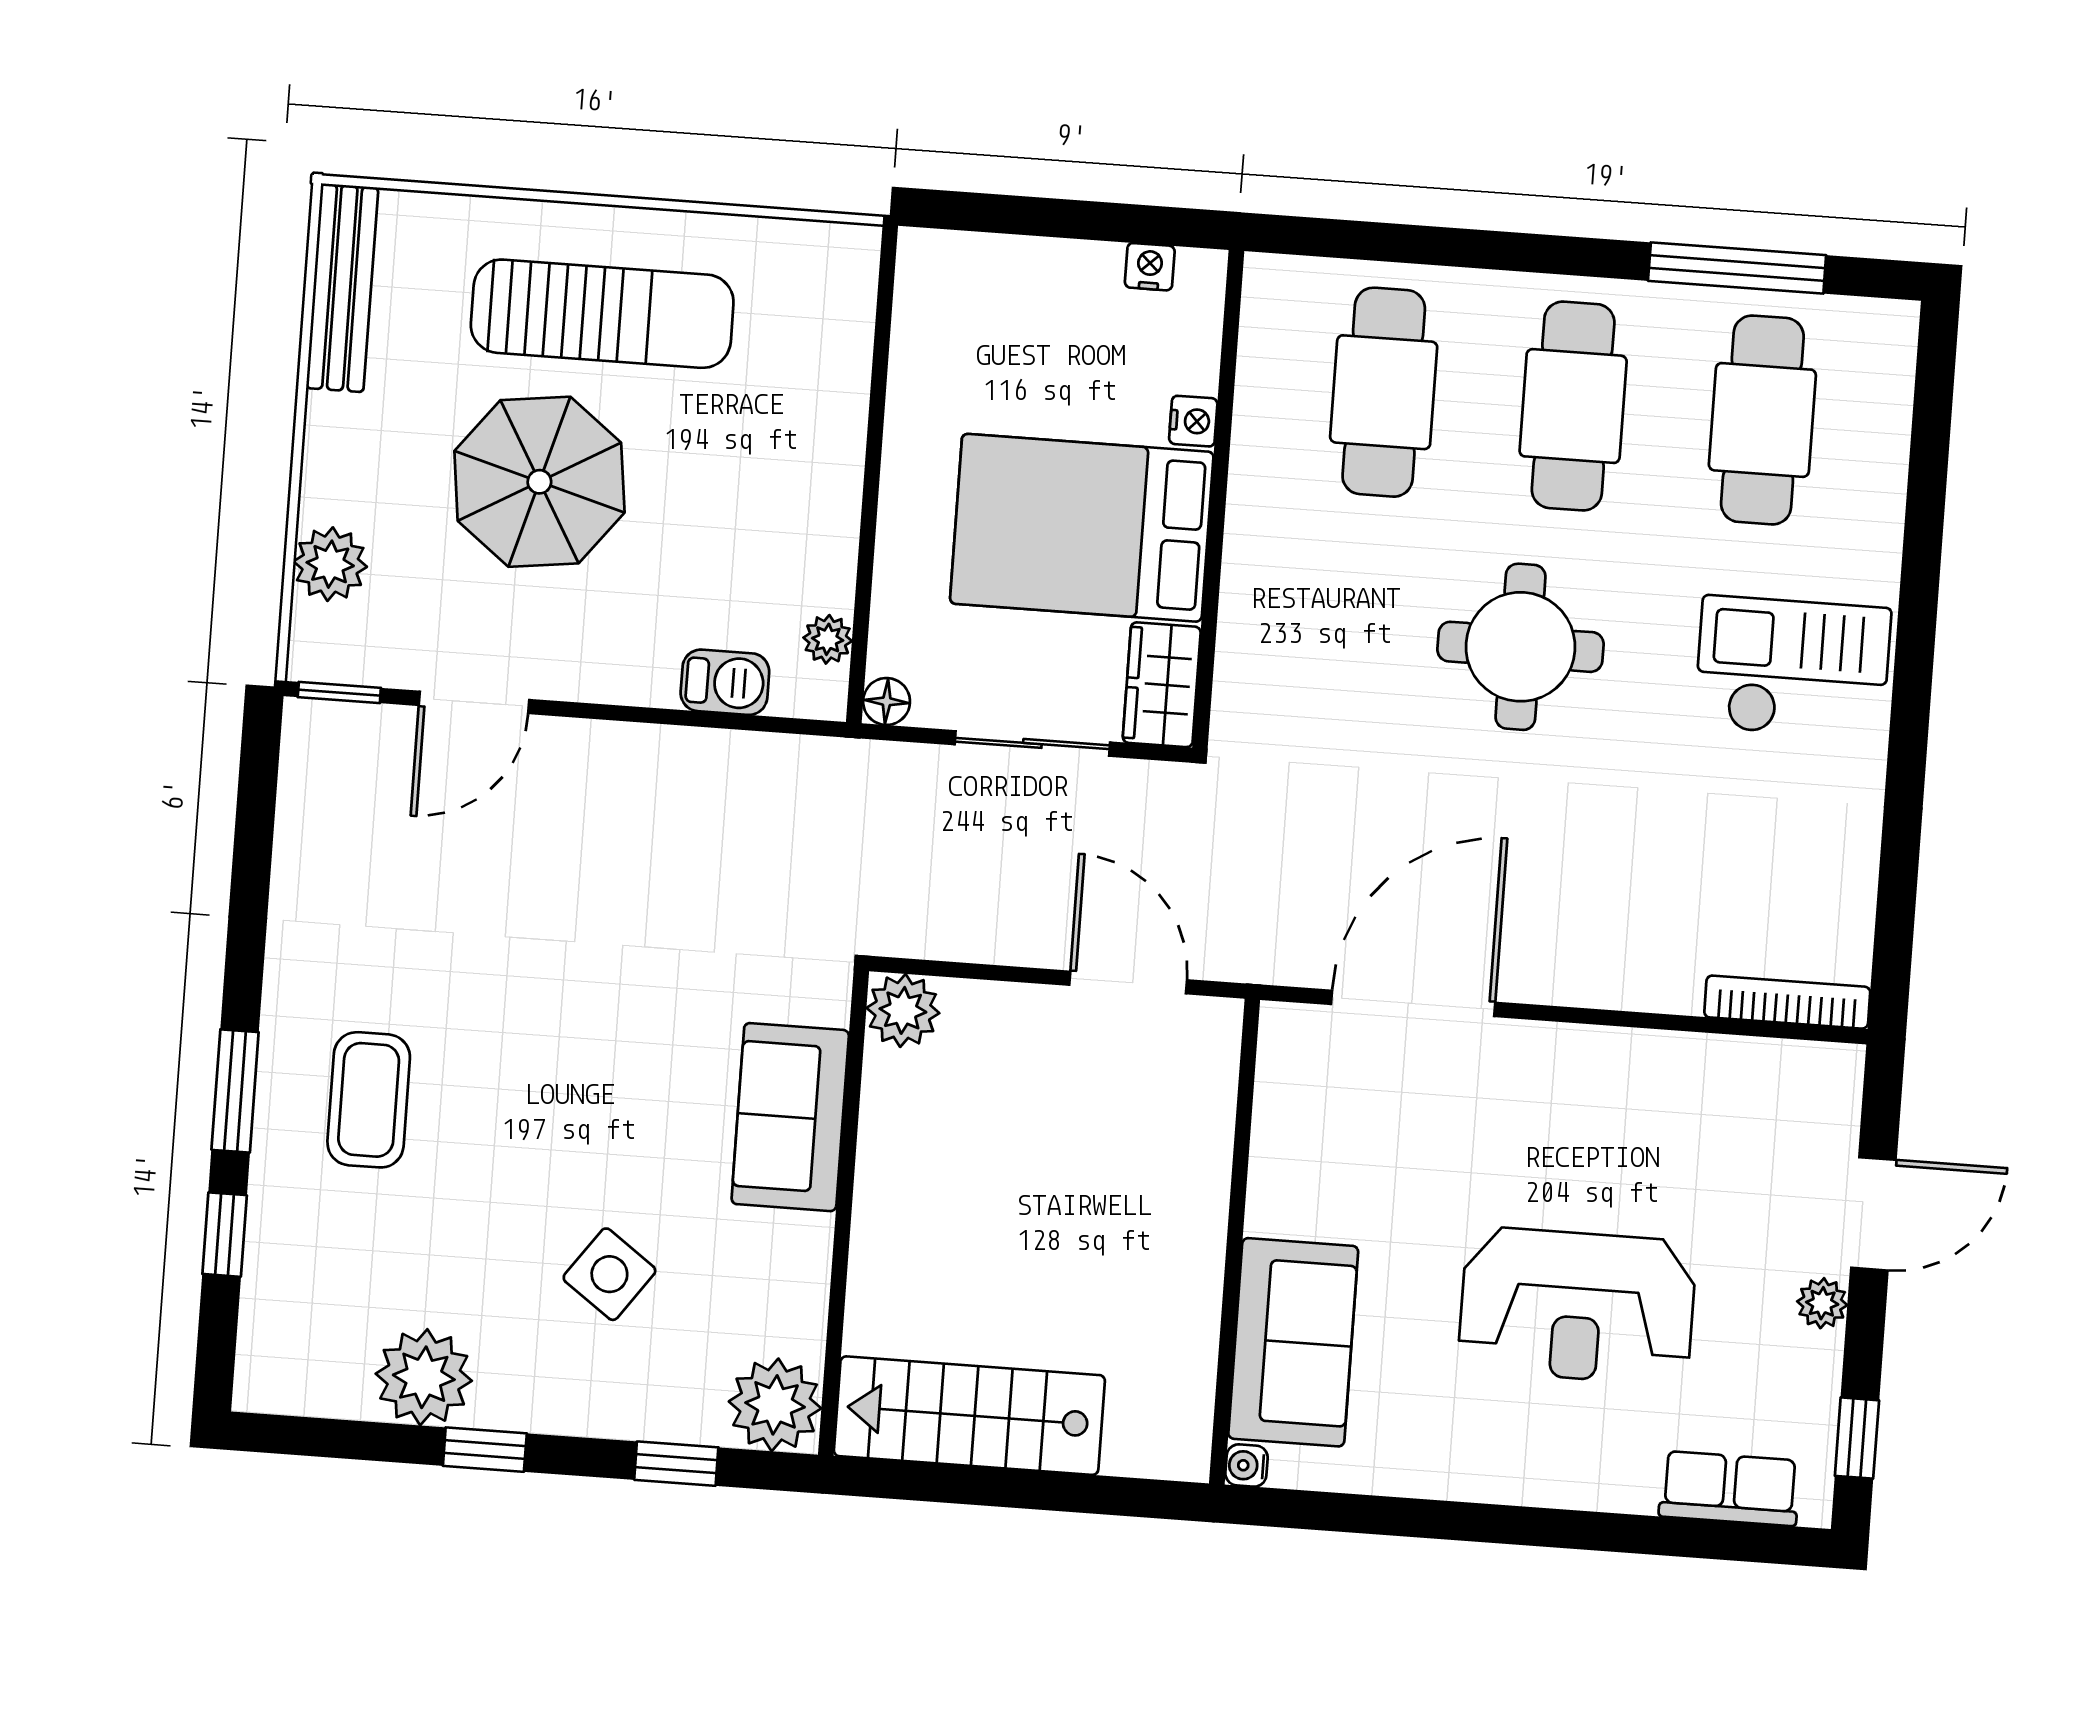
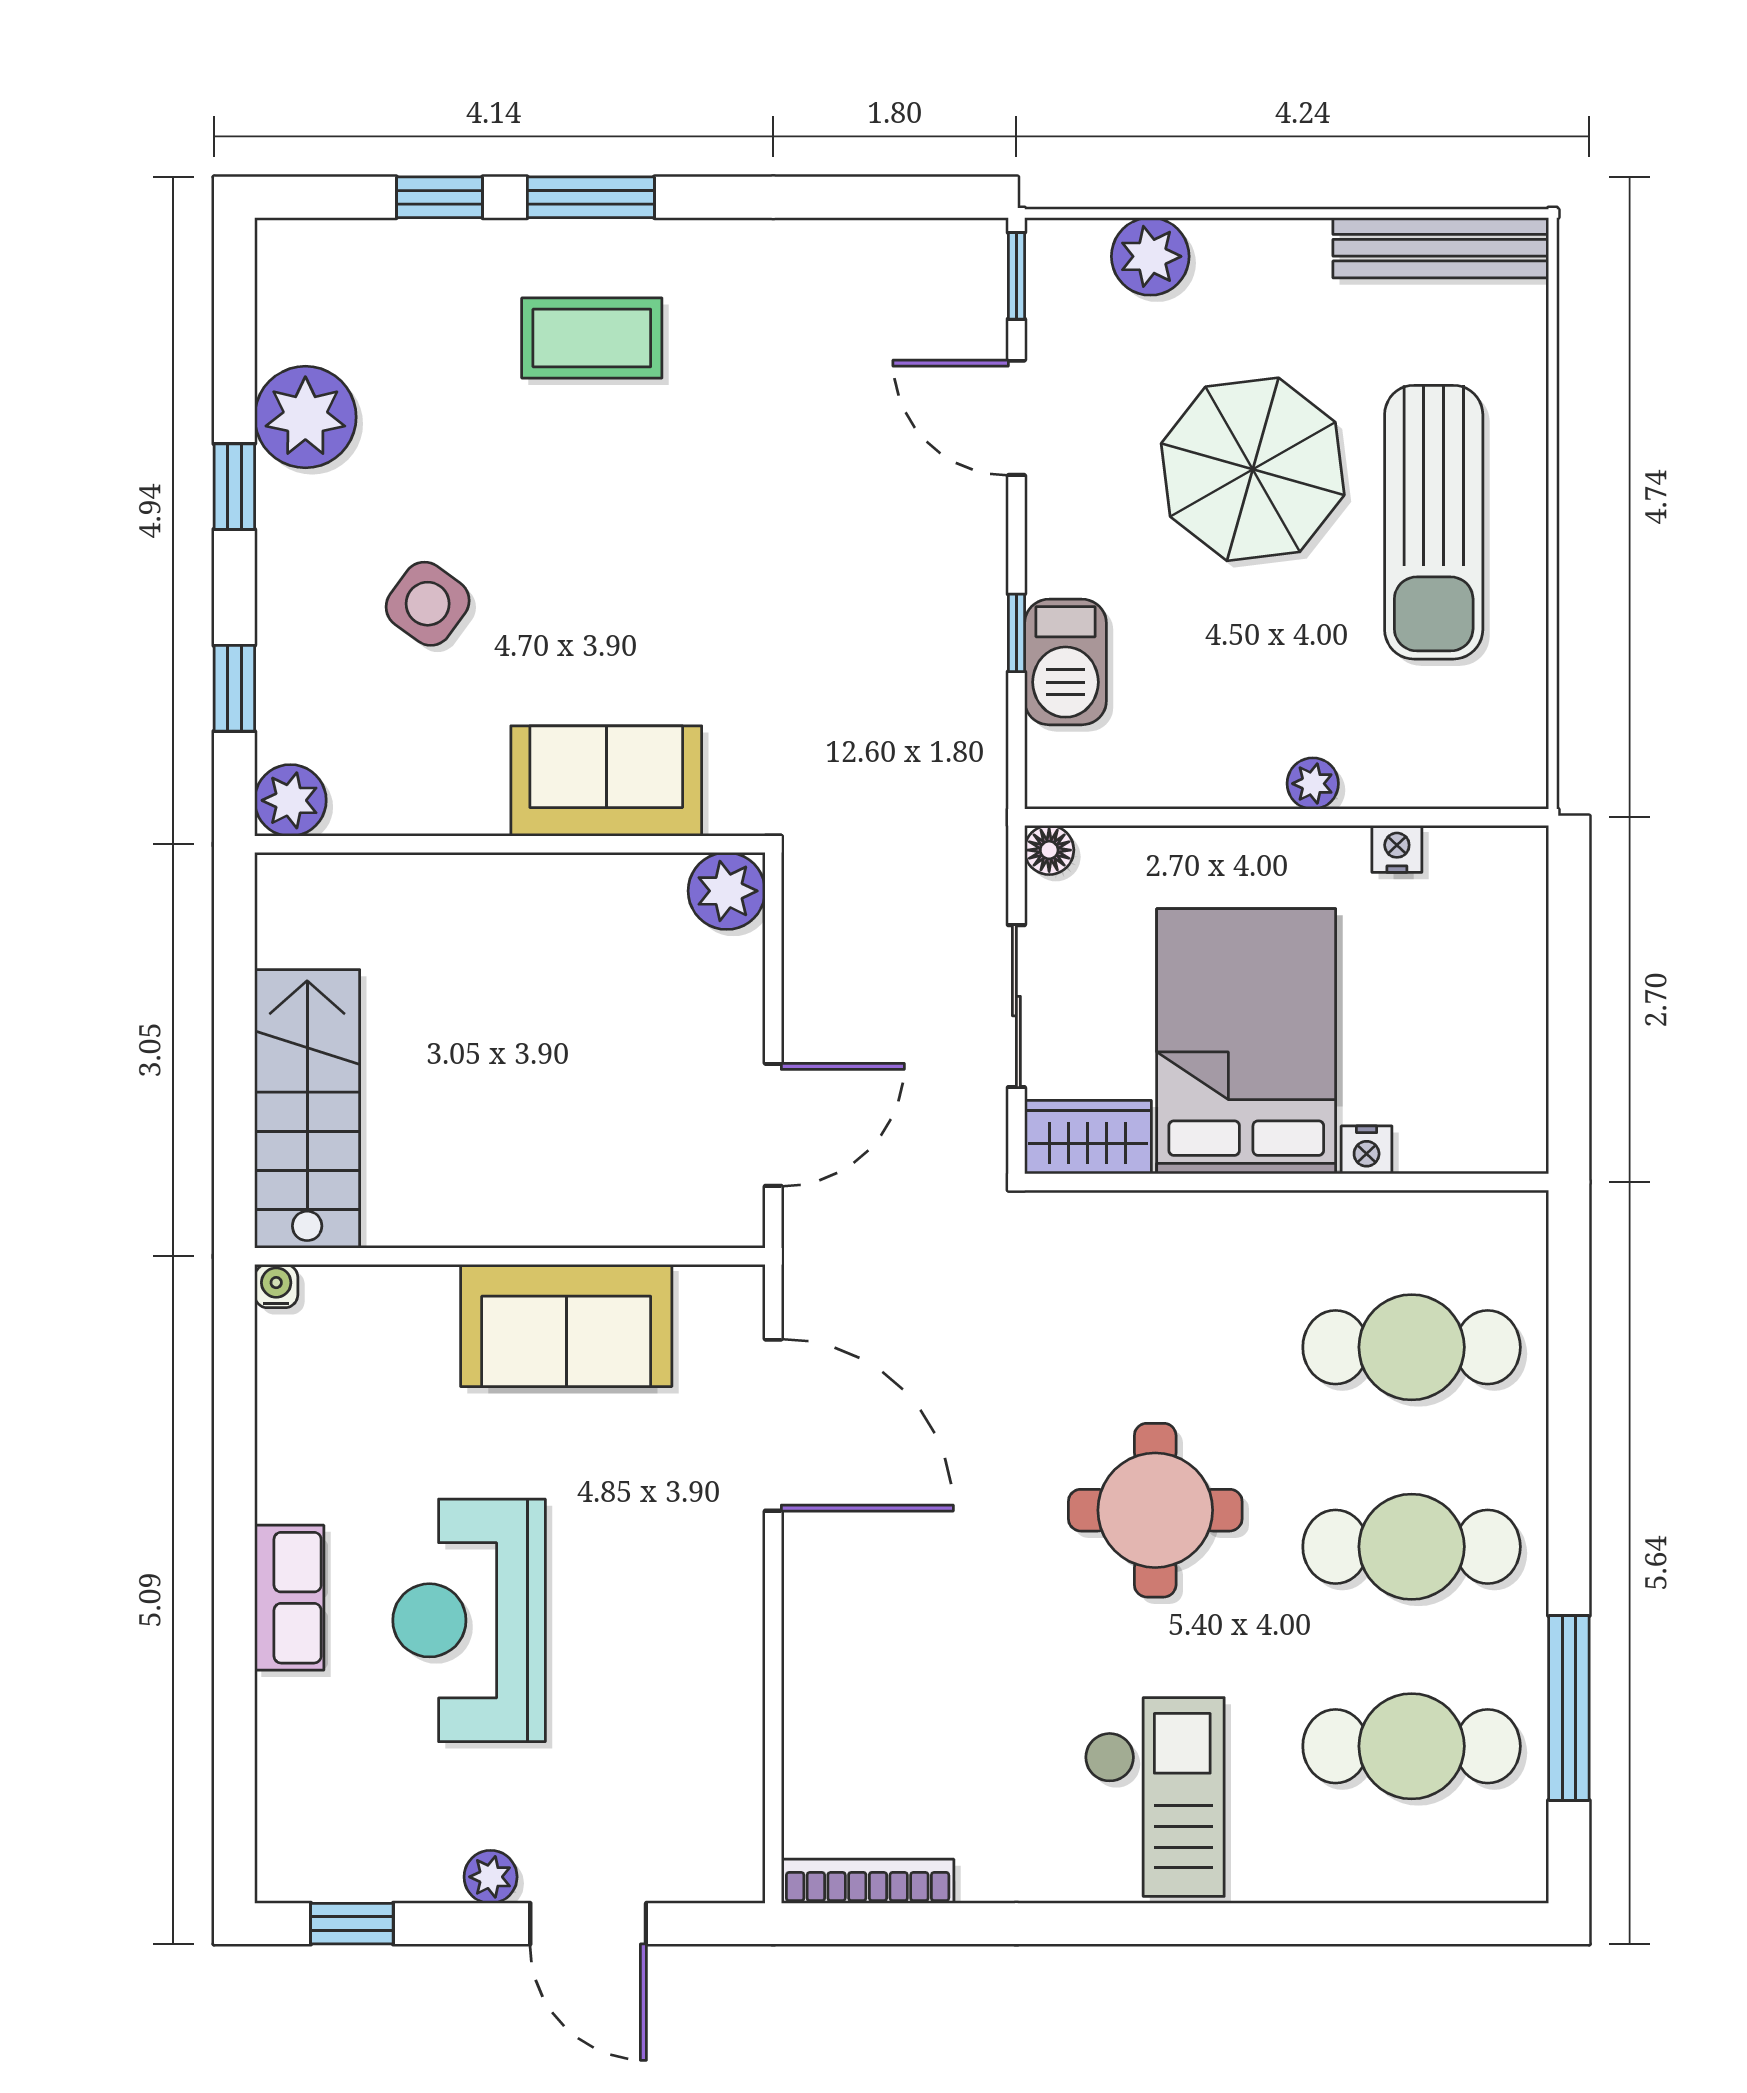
nightstand: (1150, 267) -> (1397, 849), moved, turned -90
plant: (828, 639) -> (1313, 784), moved
barbecue: (725, 682) -> (1065, 662), width x1.38, depth x1.27
window: (678, 717) -> (1016, 633), added
bookcase: (1787, 1002) -> (868, 1881), moved, turned -90
sofa: (1293, 1342) -> (566, 1326), moved
plant: (775, 1405) -> (290, 800), width x0.73, depth x0.73
stairs: (969, 1416) -> (307, 1109), moved
row of seats: (1729, 1489) -> (289, 1598), moved

